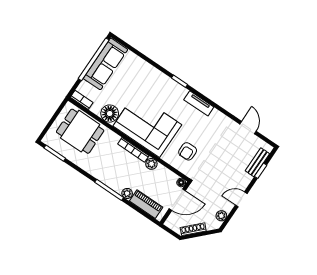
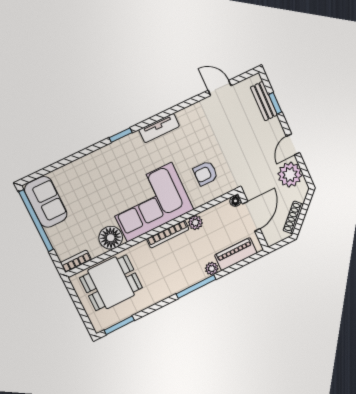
sofa: (105, 64) -> (46, 202), width x0.73
armchair: (188, 151) -> (206, 173), turned 90
plant: (221, 216) -> (290, 175), width x1.88, depth x1.88

